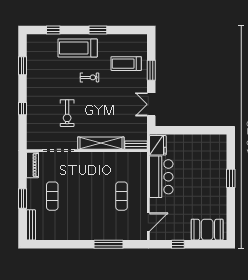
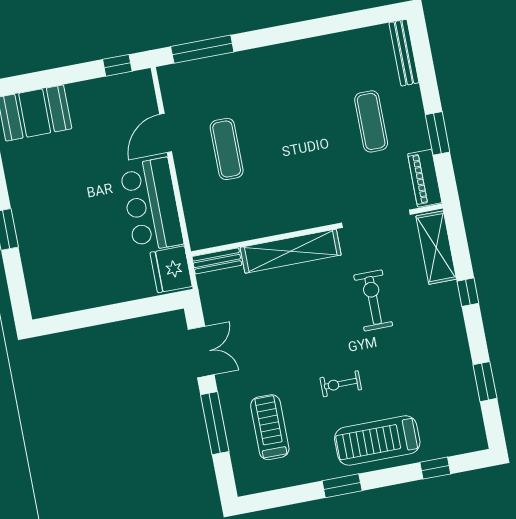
treadmill: (78, 48) -> (377, 440), turned 180
treadmill: (126, 64) -> (270, 427), turned -90
window: (151, 70) -> (215, 423), width x1.44
shelving: (33, 132) -> (436, 248), added
window: (23, 198) -> (438, 133), moved
door: (148, 222) -> (166, 133), moved
window: (108, 244) -> (202, 49), moved
window: (178, 244) -> (117, 65), moved

